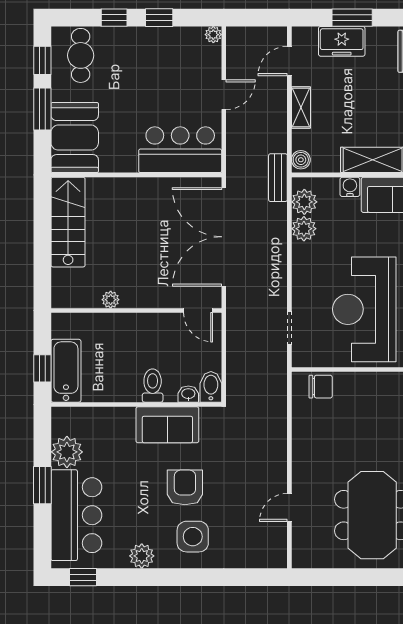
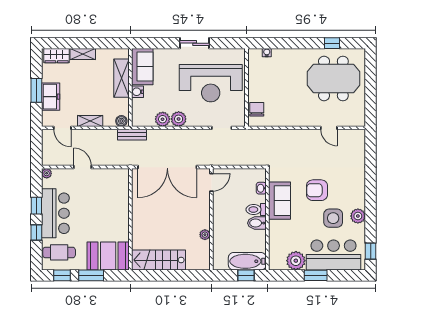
bar counter: (180, 150) -> (55, 213), moved, turned 180
plant: (304, 202) -> (179, 119), moved
bidet: (211, 387) -> (257, 223), moved
side table: (193, 537) -> (333, 218), moved

